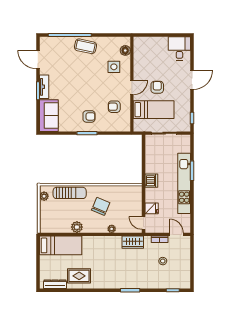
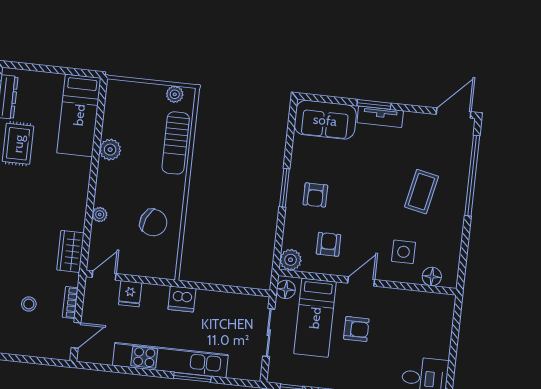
coffee table: (85, 46) -> (422, 192), moved
door: (38, 60) -> (454, 113), moved
door: (132, 87) -> (361, 281), swing flipped
plant: (125, 126) -> (291, 260), added
floor lamp: (140, 127) -> (286, 289), added
chair: (101, 206) -> (153, 223), moved

